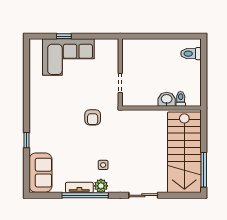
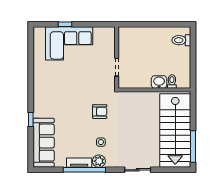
armchair: (93, 117) -> (100, 112), moved, turned -90
sofa: (40, 173) -> (44, 143), width x1.36

